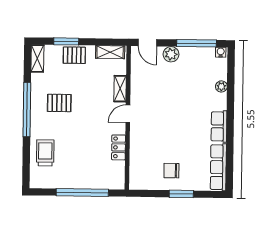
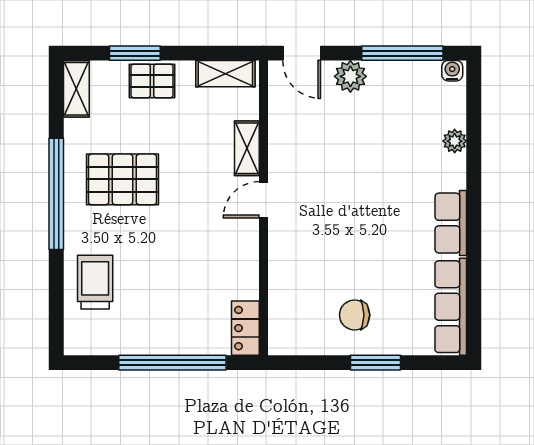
pallet: (59, 103) -> (123, 179), width x1.50, depth x1.42
locker: (119, 147) -> (245, 328), moved

